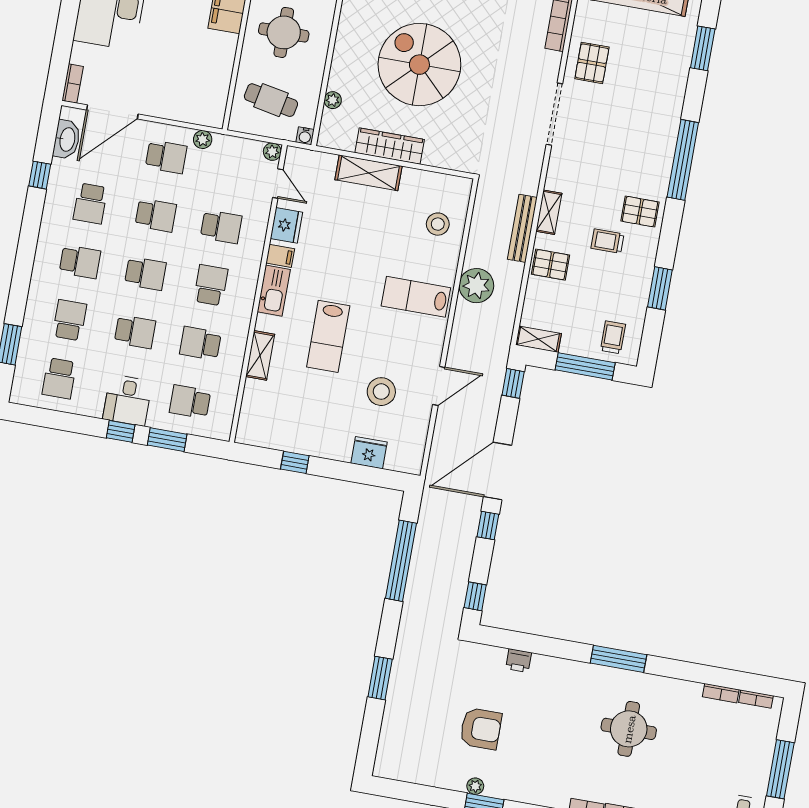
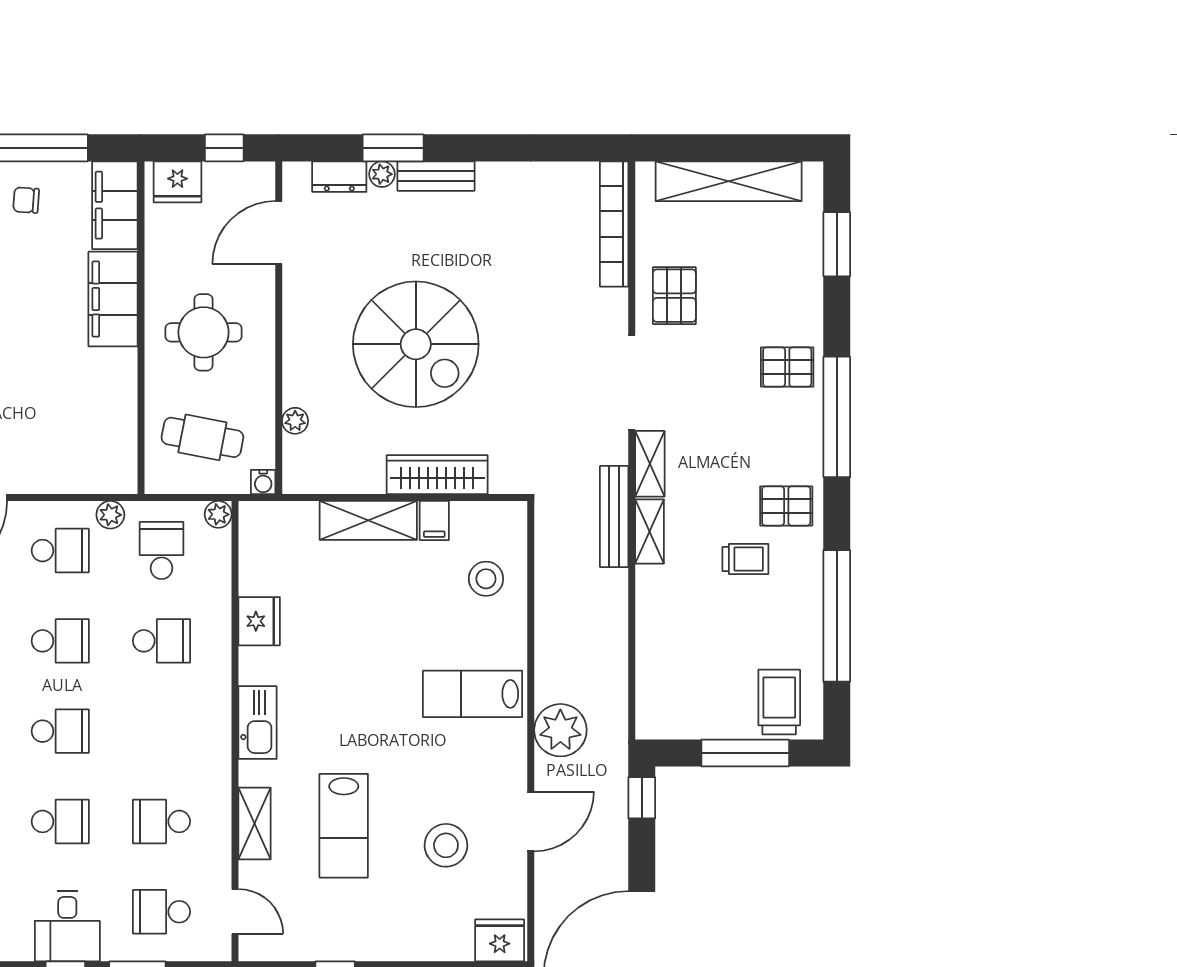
spiral stairs: (419, 65) -> (416, 344), turned 180
wardrobe: (390, 146) -> (437, 475), moved
door: (278, 183) -> (235, 911), moved
bench: (522, 228) -> (614, 516), moved
trolley: (608, 241) -> (745, 559), turned 180
filing cabinet: (280, 256) -> (434, 520), moved, turned 90
pallet: (550, 265) -> (787, 367), moved
school desk: (211, 285) -> (161, 551), moved
plant: (476, 286) -> (560, 730), moved
window: (660, 288) -> (837, 616), width x2.11
lab bench: (328, 336) -> (344, 826), moved
trolley: (613, 337) -> (779, 702), width x1.36, depth x1.39
shelving: (538, 339) -> (650, 464), moved, turned 90
fridge: (369, 453) -> (500, 940), moved

